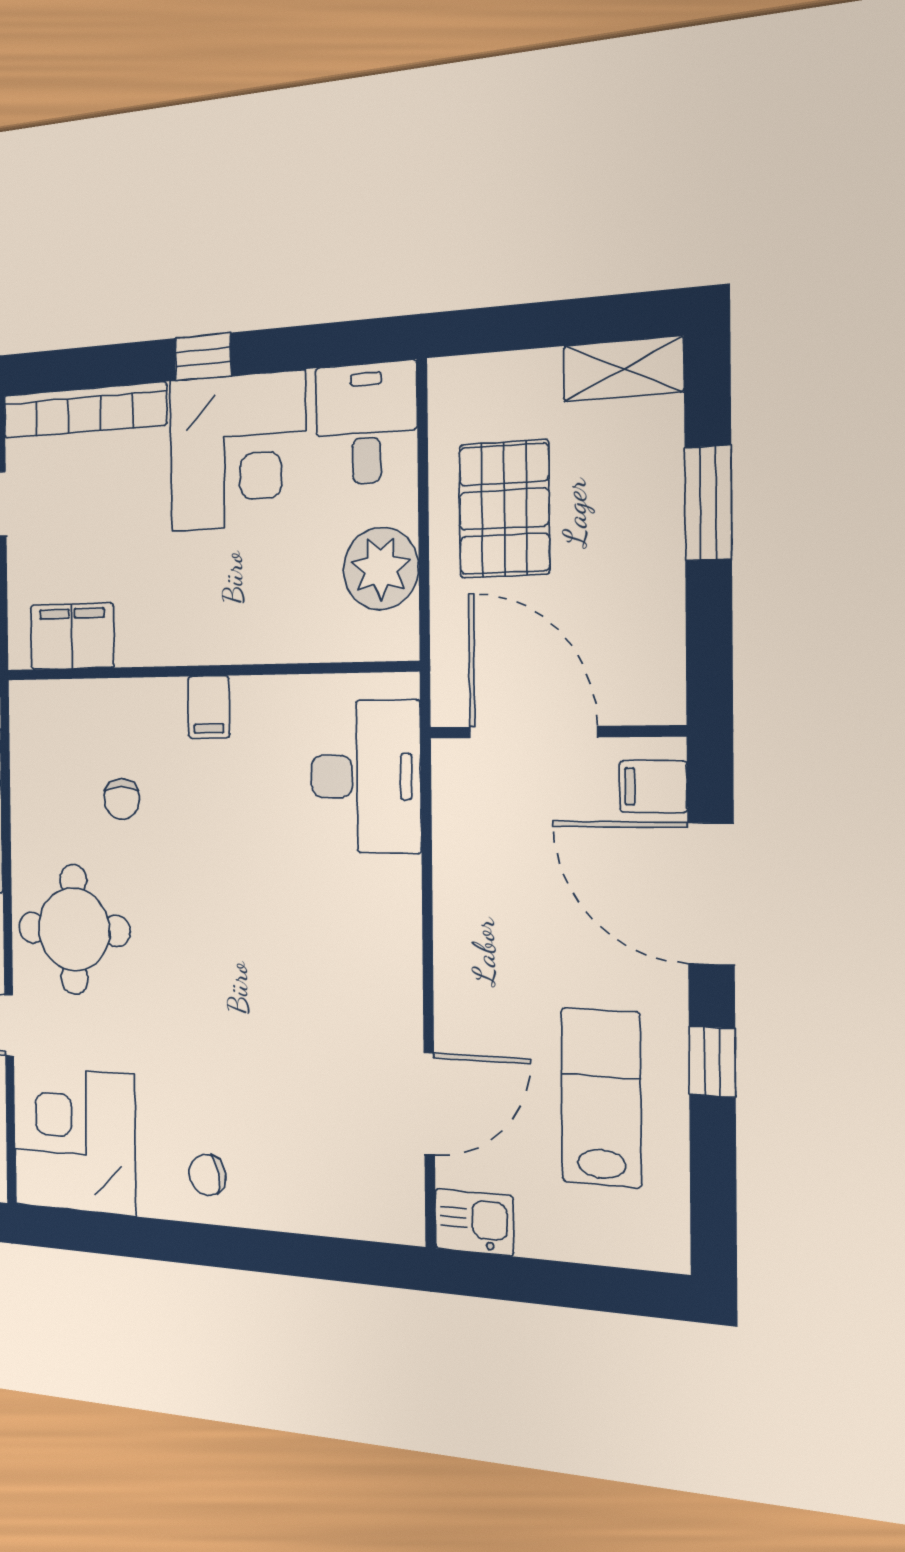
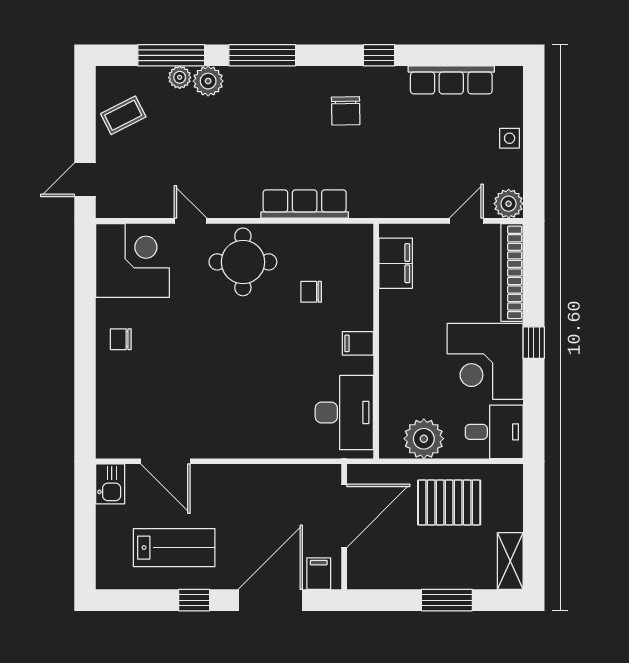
desk: (366, 777) -> (344, 412), moved, turned -90
chair: (207, 1175) -> (121, 339), turned -80

